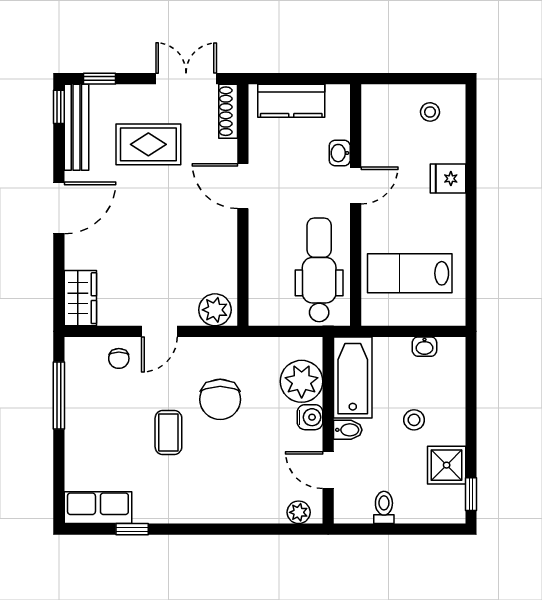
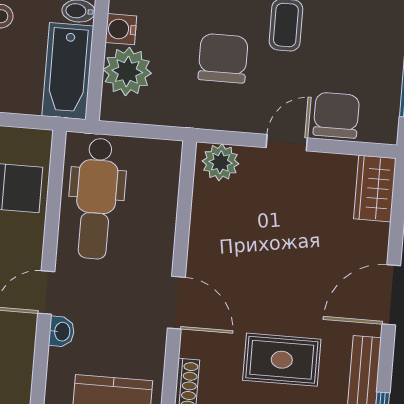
chair: (119, 358) -> (336, 115), width x1.87, depth x1.87

